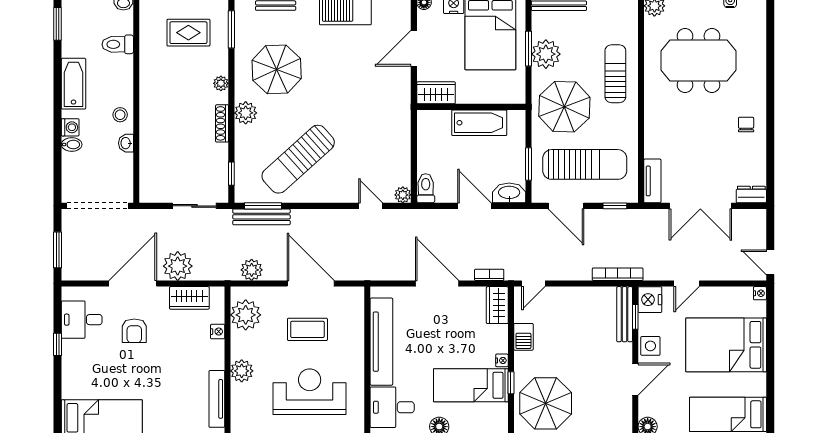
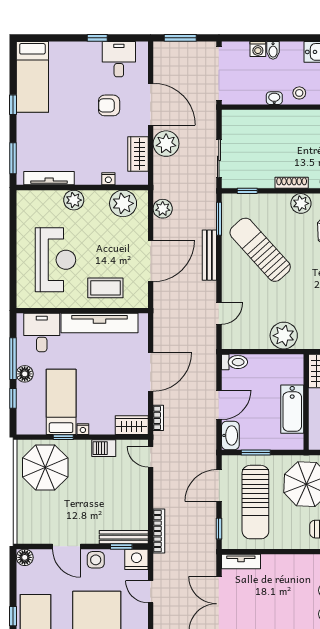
washing machine: (70, 127) -> (258, 49), moved
plant: (403, 195) -> (284, 336), moved, width x1.87, depth x1.87
bench: (261, 217) -> (209, 255), moved
coffee table: (307, 329) -> (105, 288), moved, turned 90

